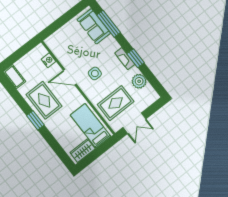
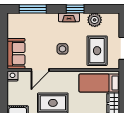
sofa: (94, 26) -> (16, 54), moved, turned -90
nightstand: (49, 60) -> (12, 76), moved
door: (70, 77) -> (40, 70), moved

